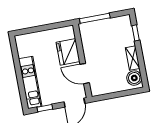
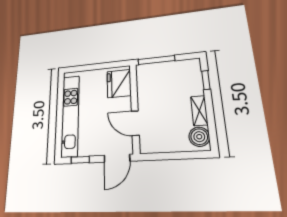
fridge: (68, 52) -> (119, 84), moved
kitchen unit: (30, 82) -> (70, 115), width x1.36

